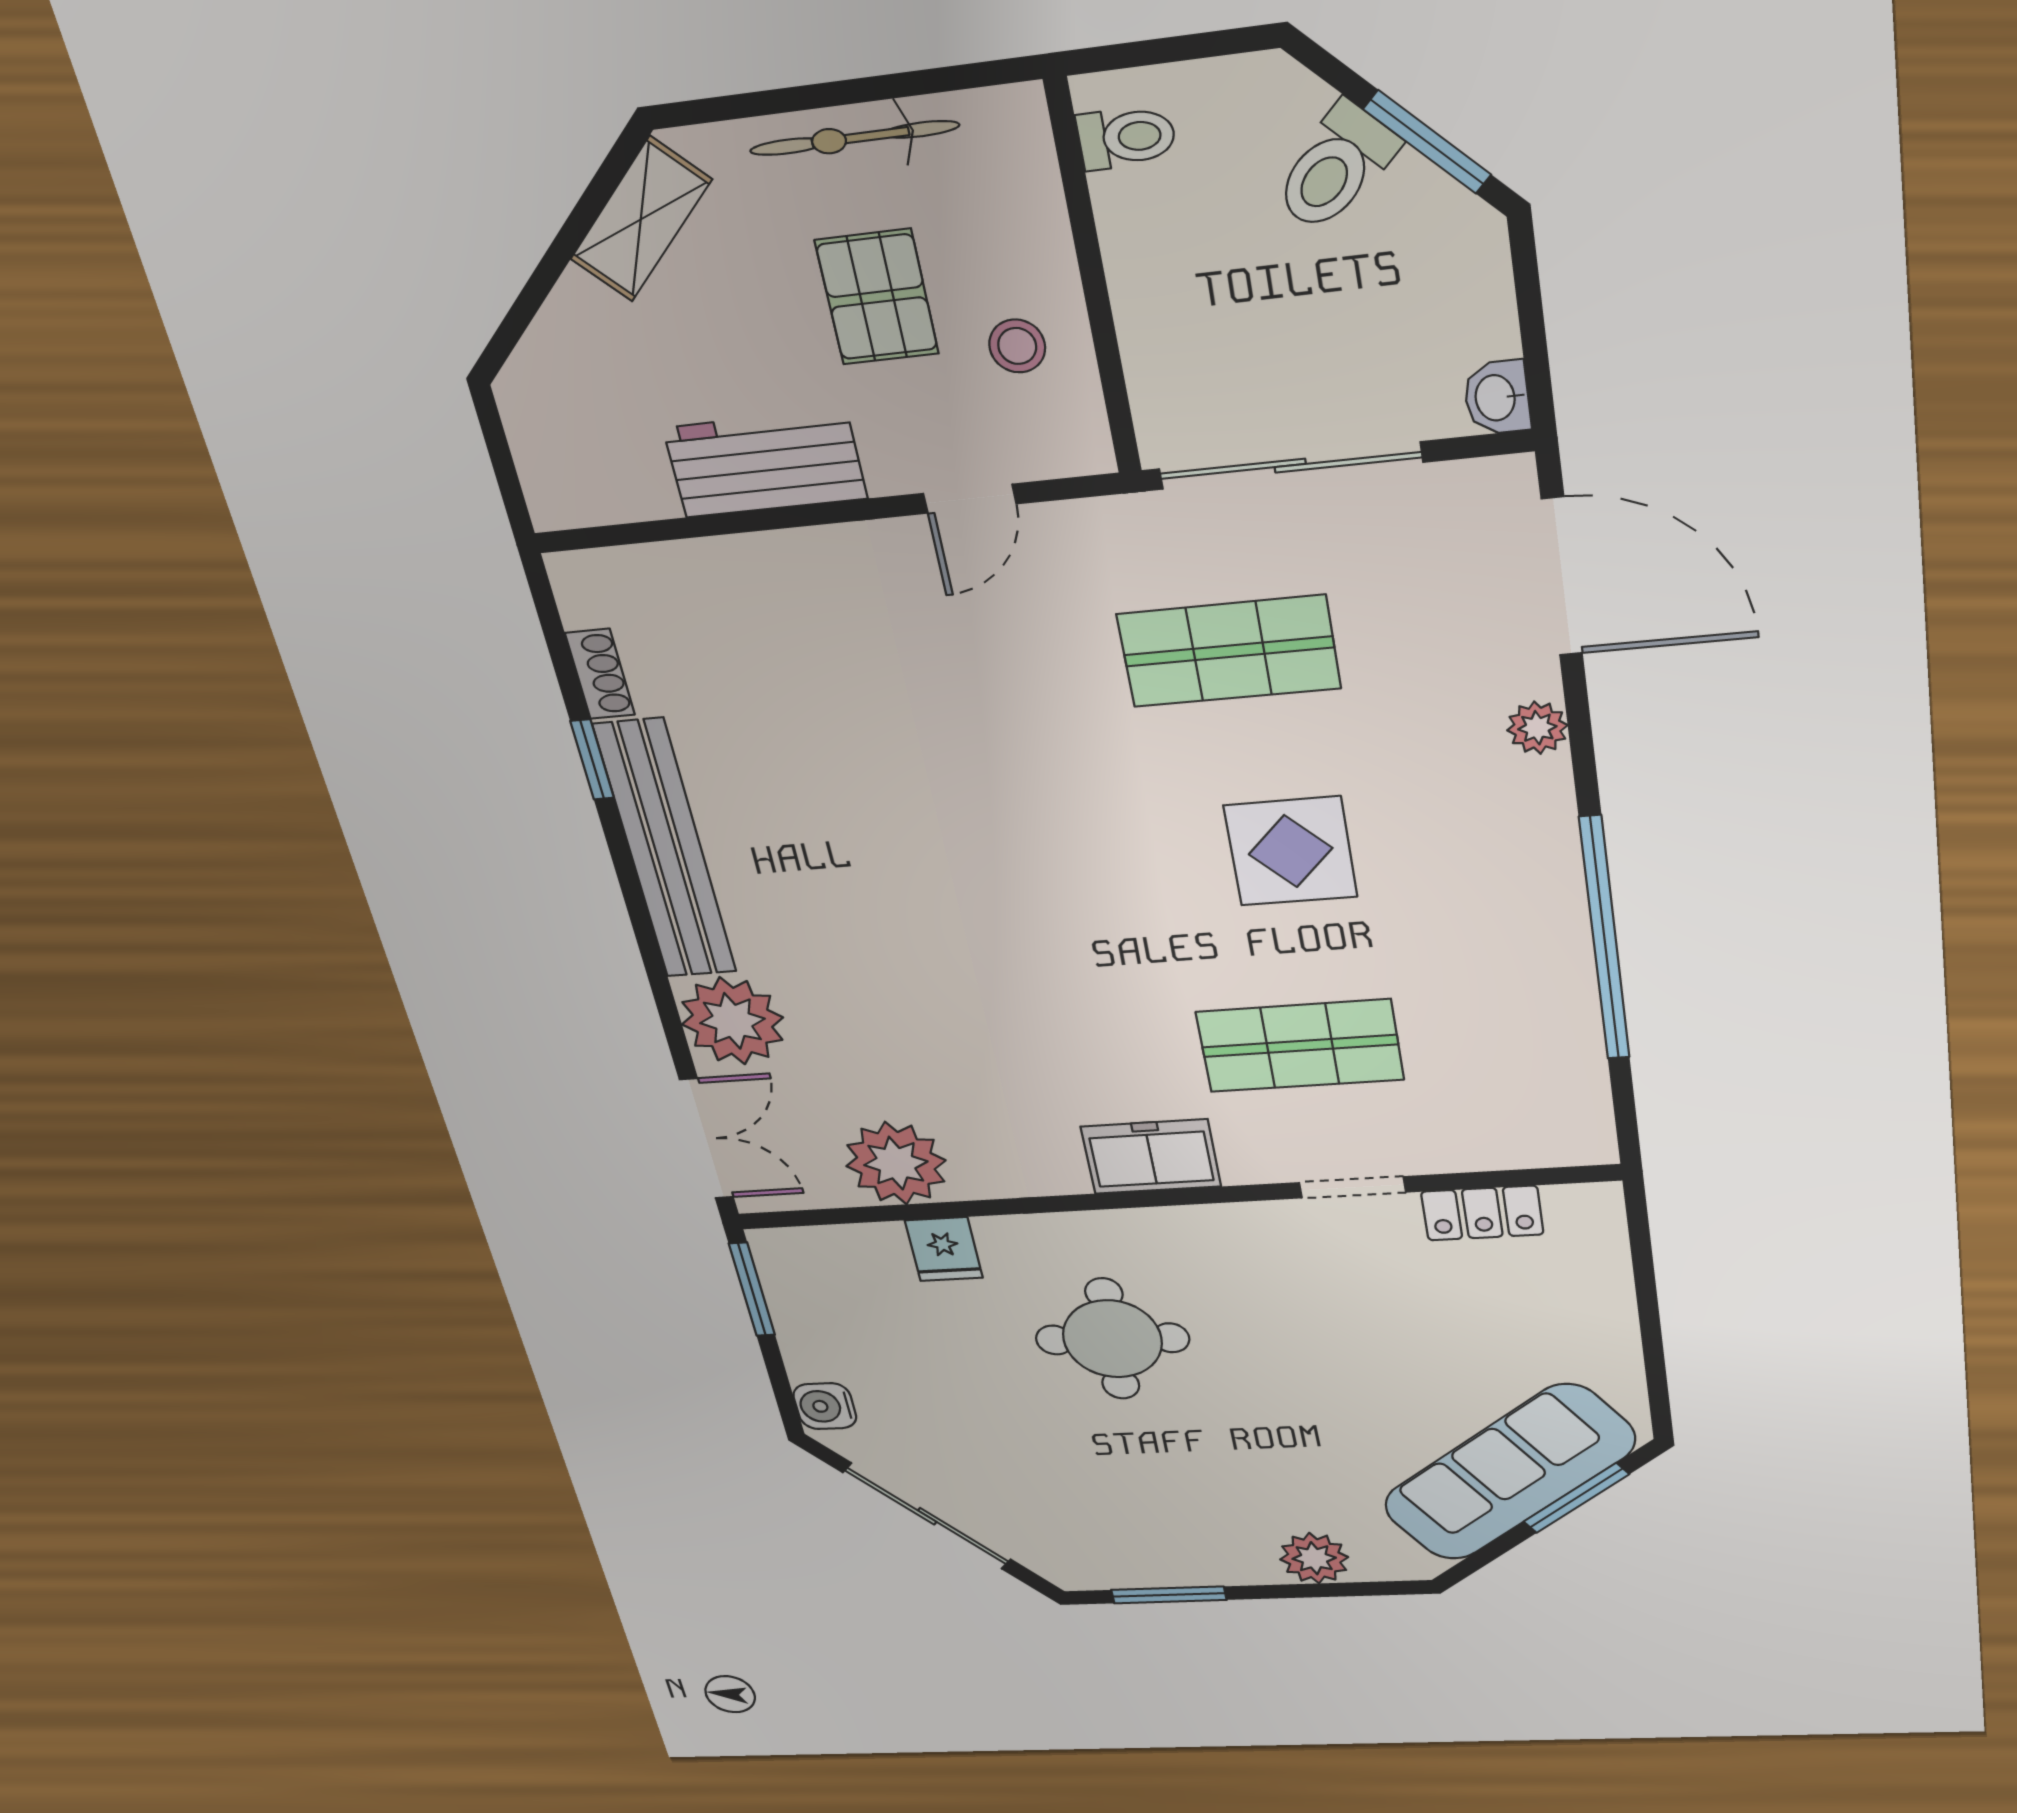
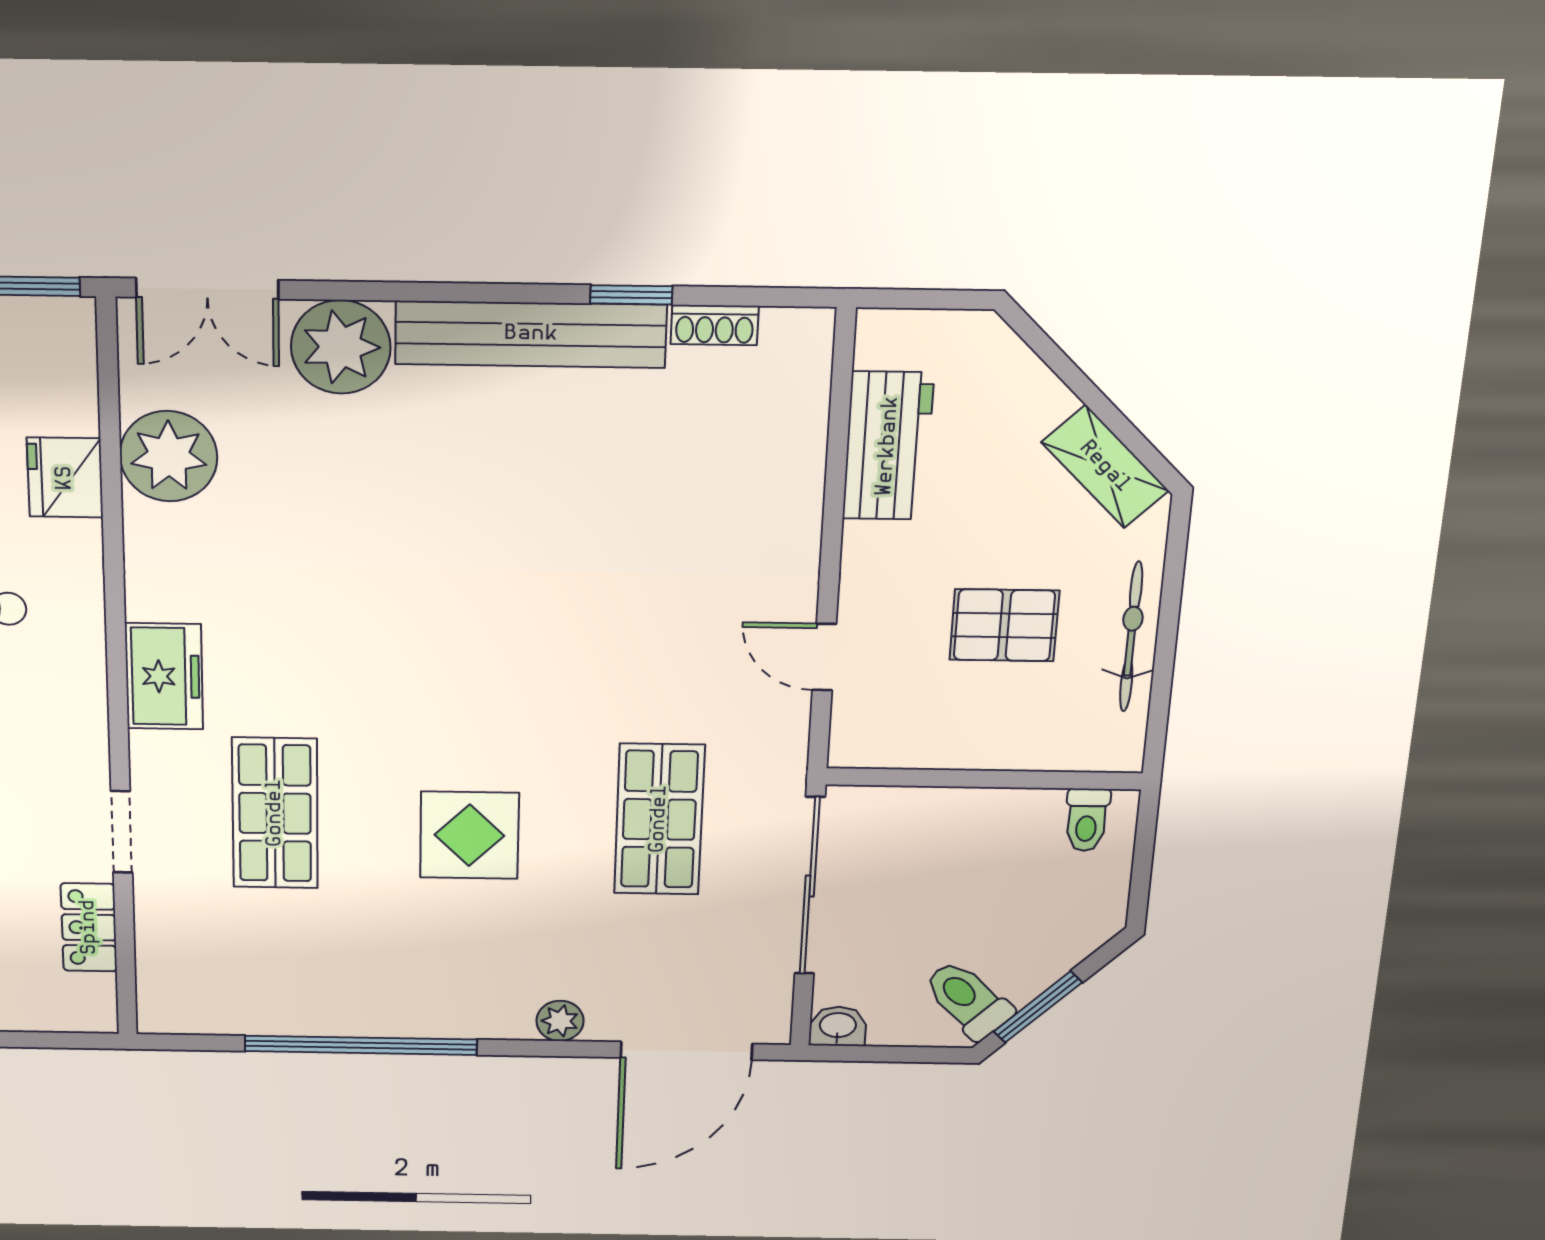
toilet: (1335, 168) -> (968, 1000), moved
stool: (1017, 346) -> (944, 717), removed
workbench: (765, 463) -> (888, 446), moved
fridge: (944, 1249) -> (65, 478), width x1.38

